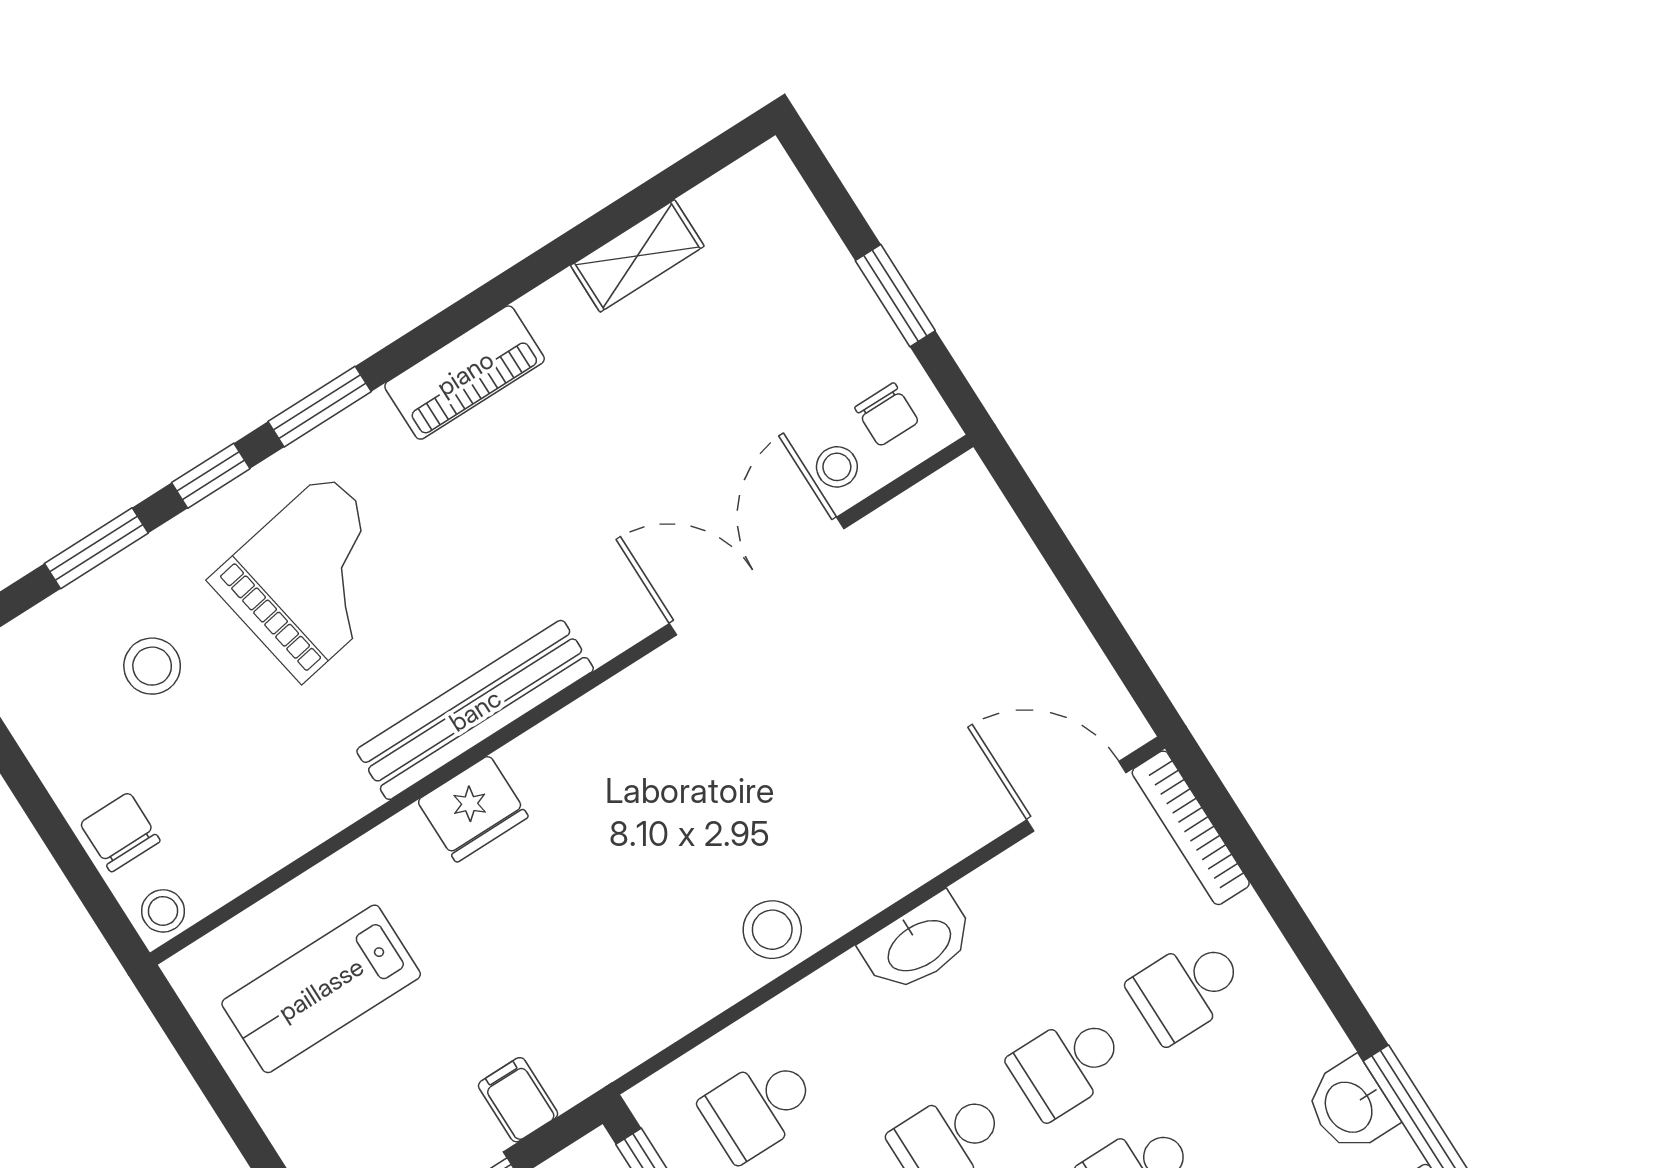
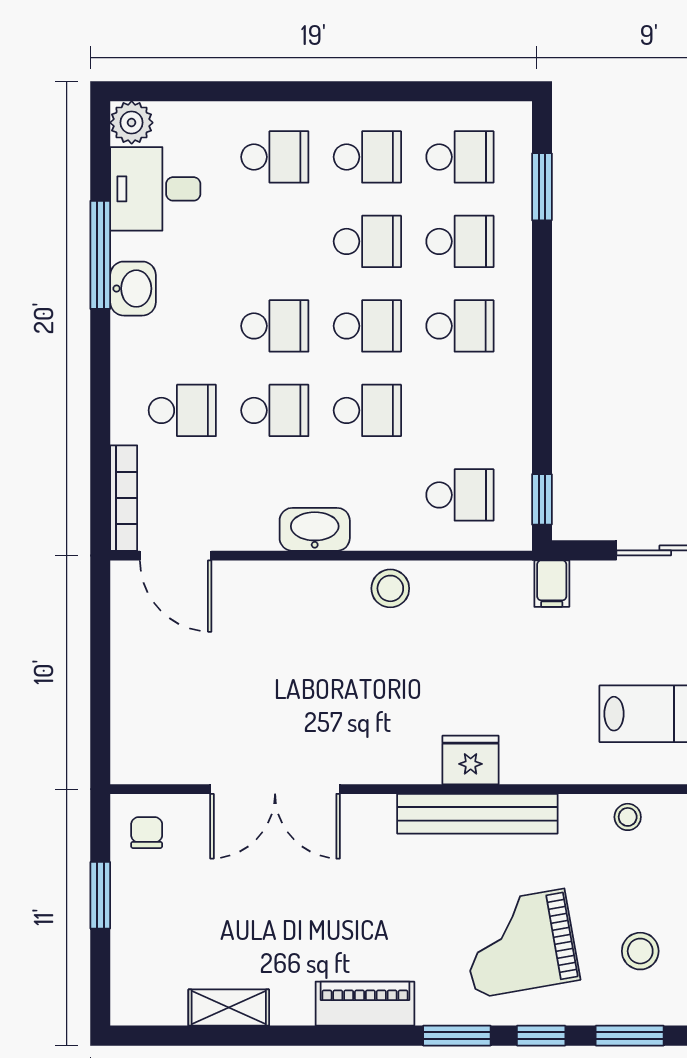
stool: (837, 467) -> (628, 817), moved
fridge: (473, 809) -> (471, 760), moved
filing cabinet: (518, 1100) -> (552, 584), moved

